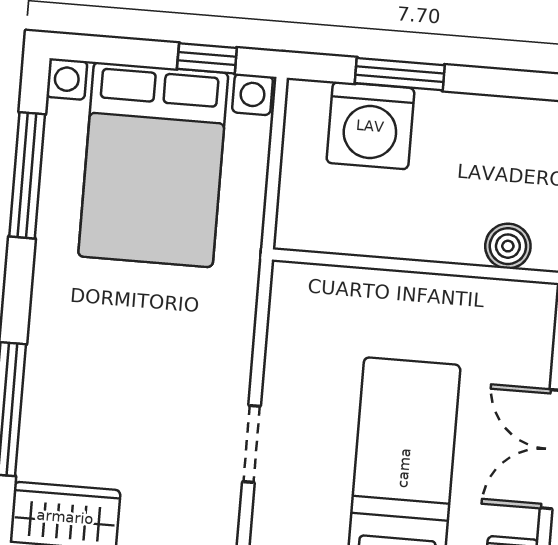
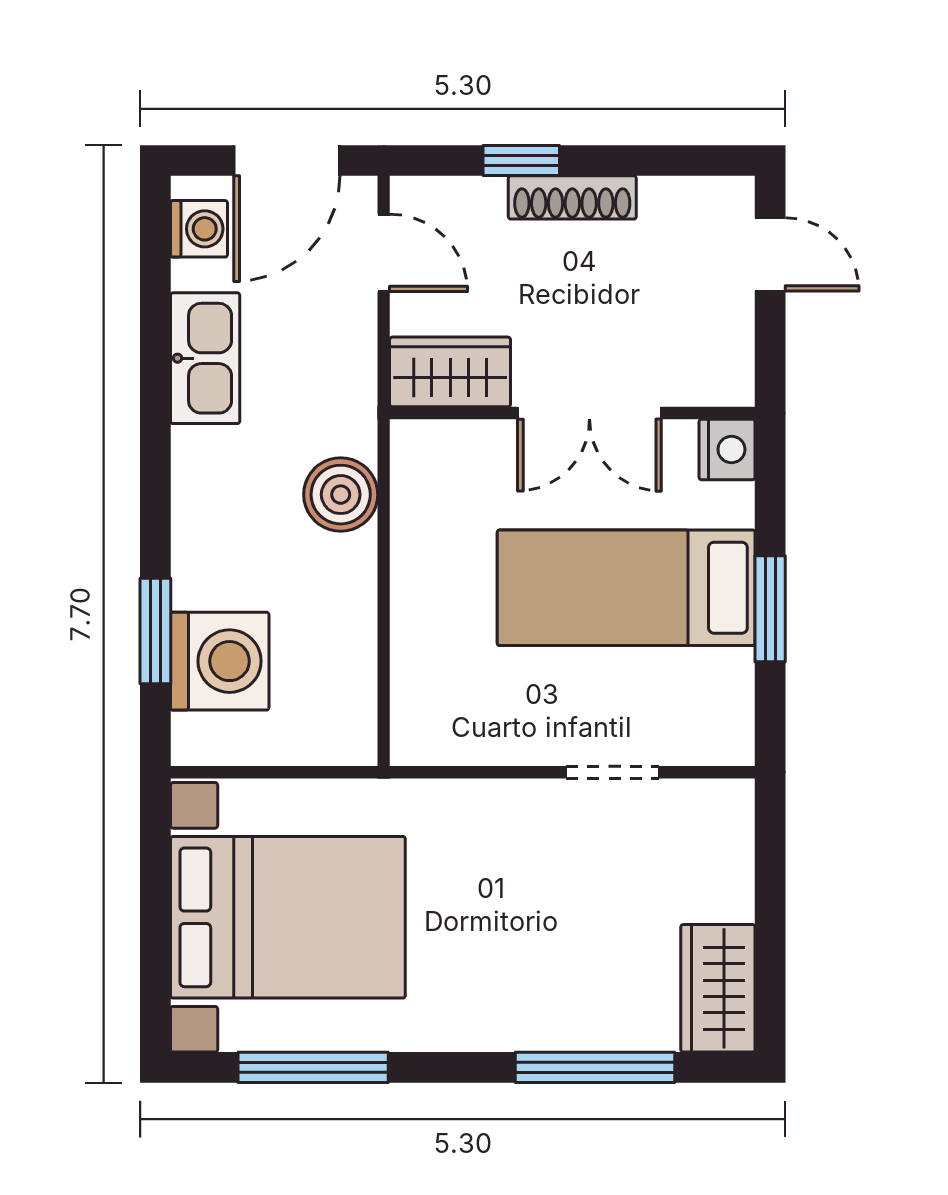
window: (207, 58) -> (155, 864), removed
boiler: (508, 246) -> (341, 495), width x1.36, depth x1.36

